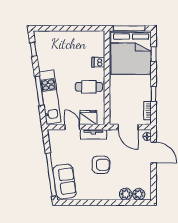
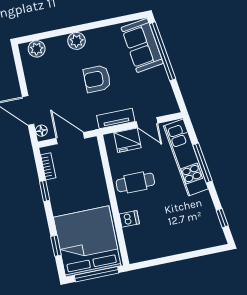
plant: (126, 194) -> (77, 41), moved

